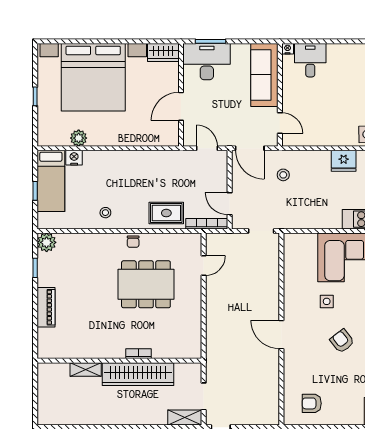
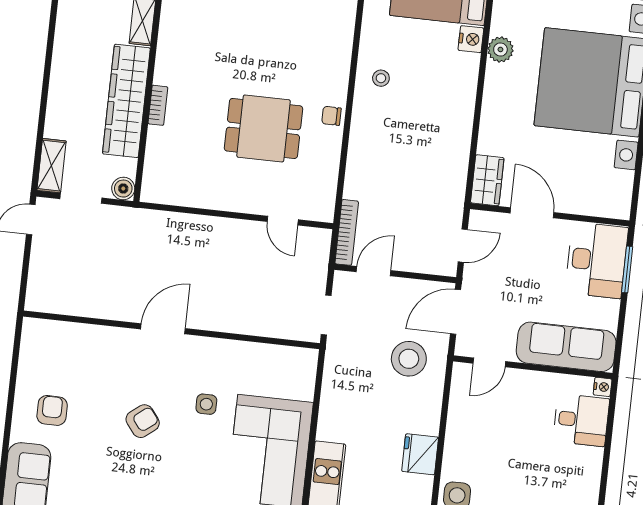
wardrobe: (163, 52) -> (487, 180), moved, turned 180
stool: (283, 175) -> (409, 359), width x1.89, depth x1.89
rug: (166, 213) -> (370, 172), removed
dining table: (146, 284) -> (264, 128), width x0.73
boiler: (194, 370) -> (123, 189), added
armchair: (312, 403) -> (52, 410), moved

